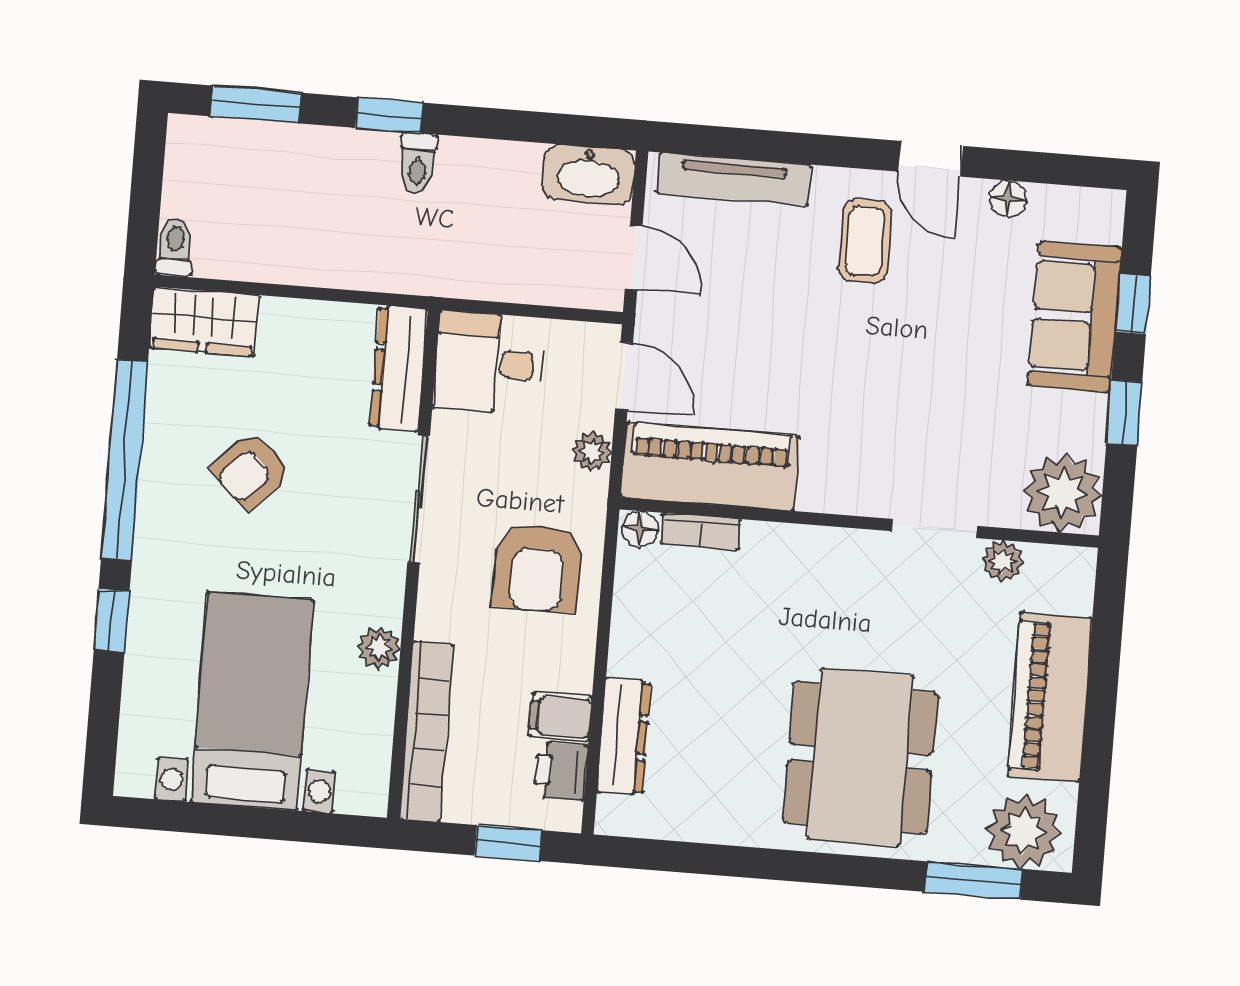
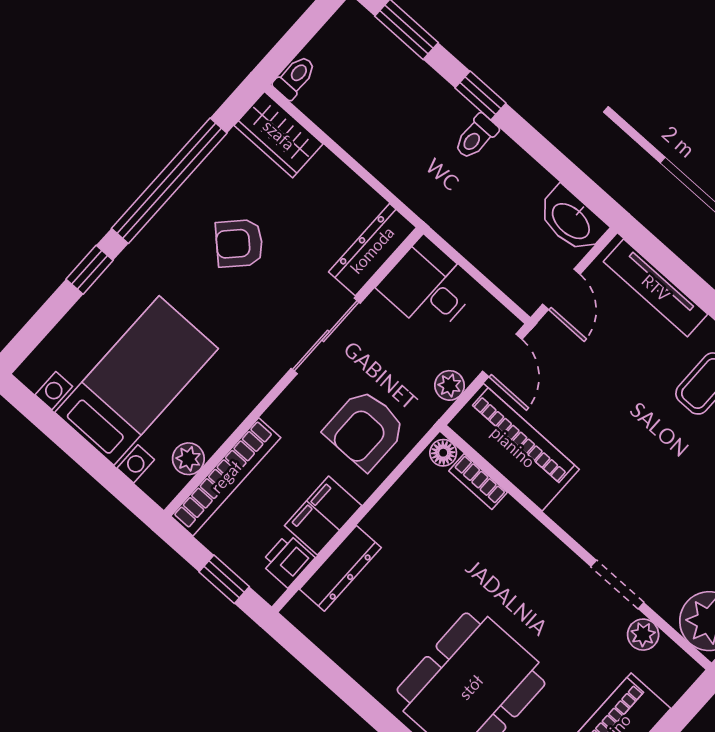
plant: (379, 648) -> (188, 459), moved
filing cabinet: (560, 717) -> (323, 516), width x2.00

